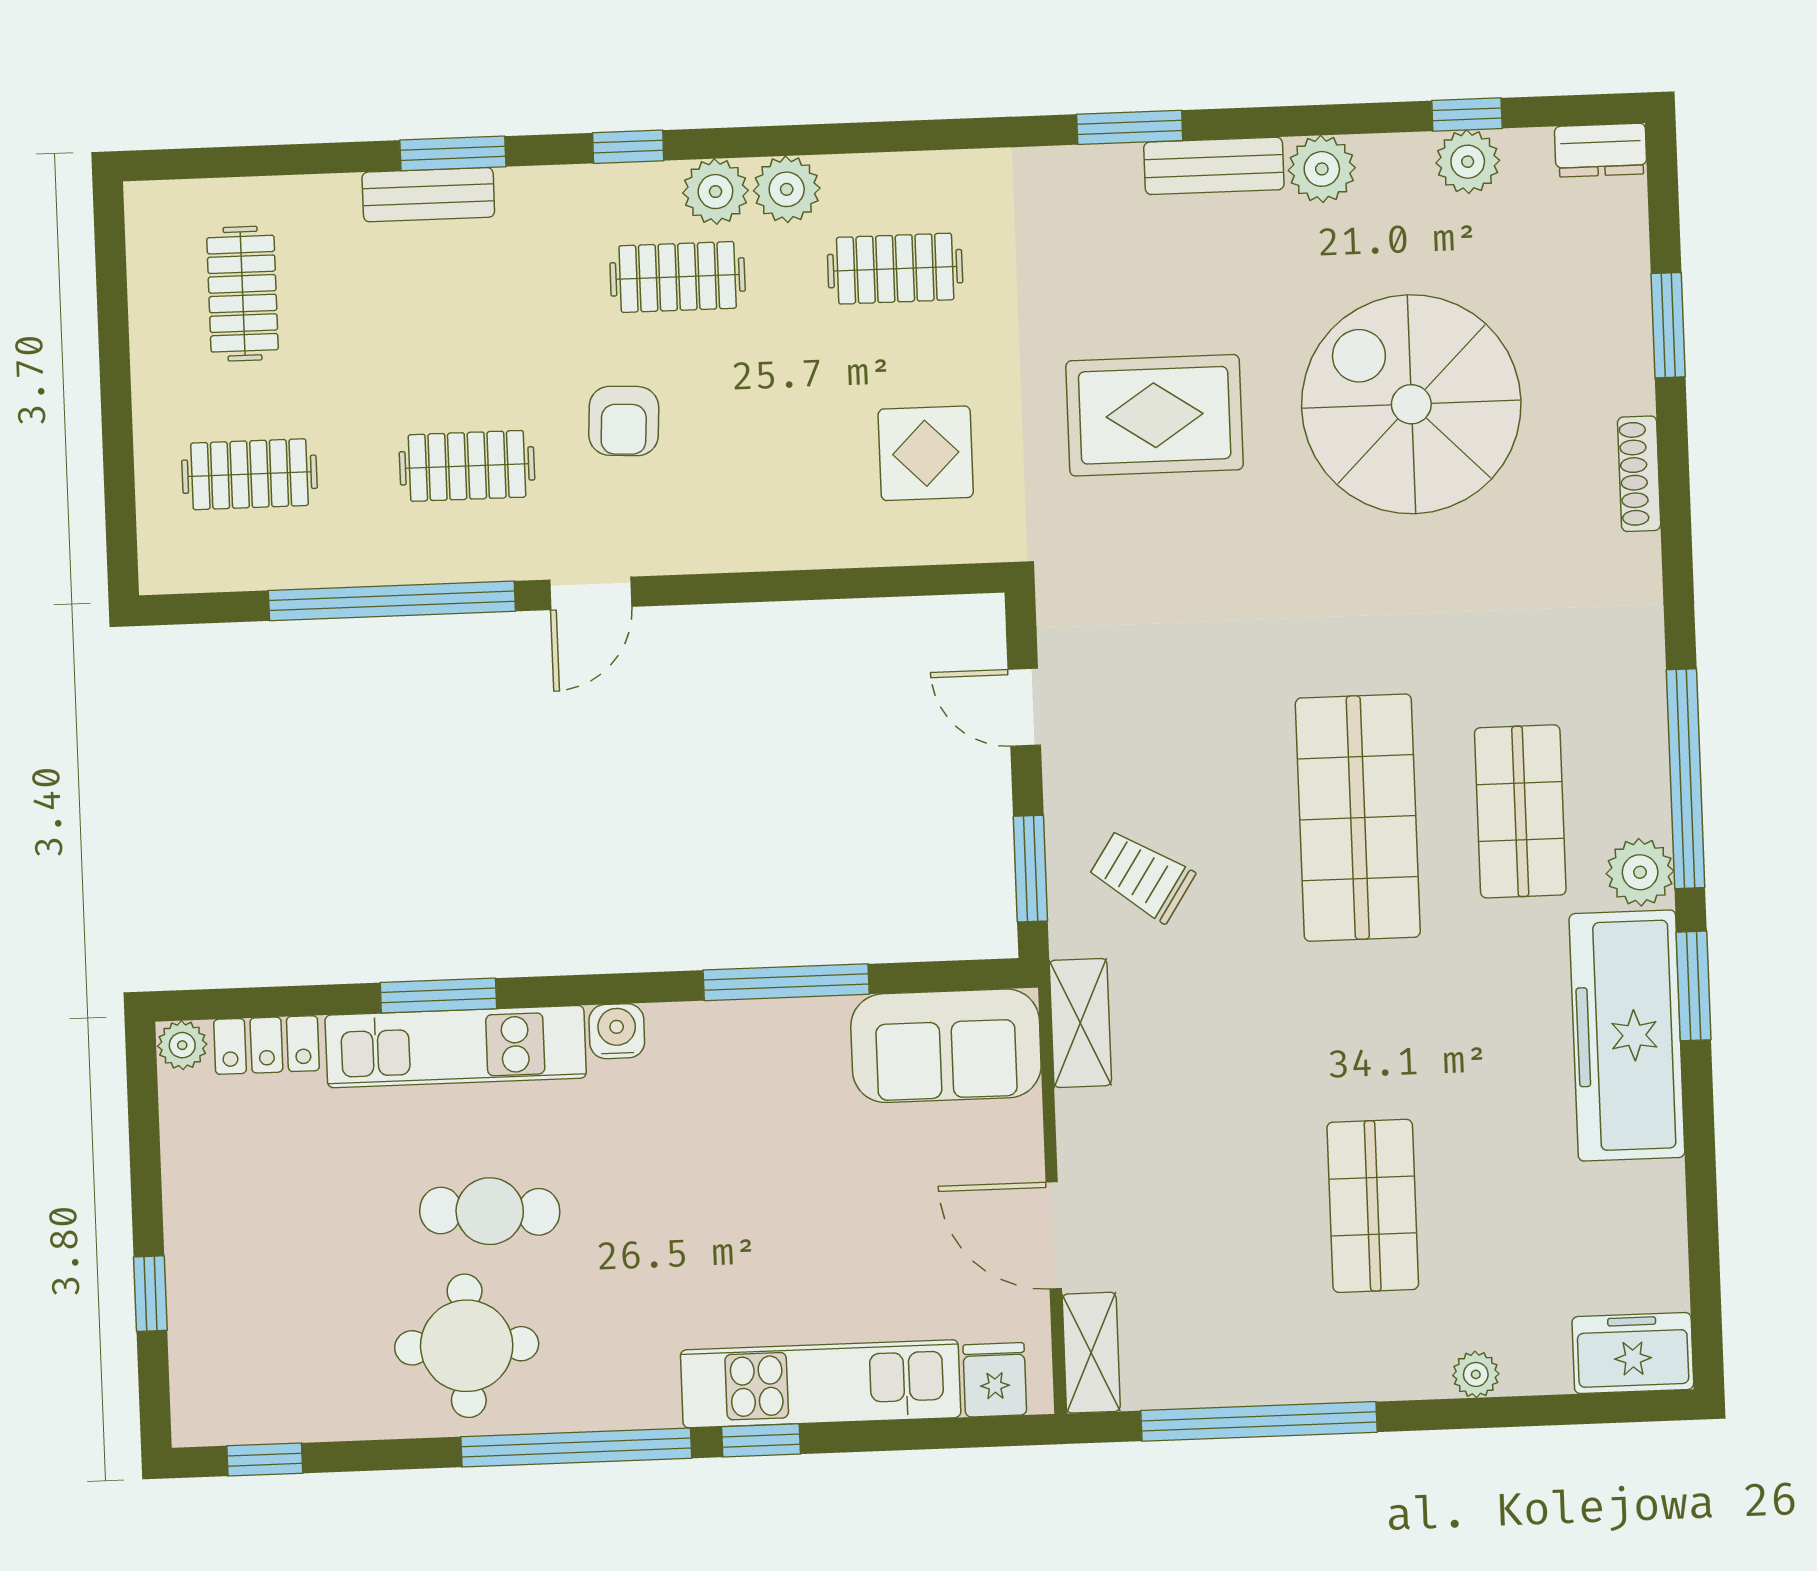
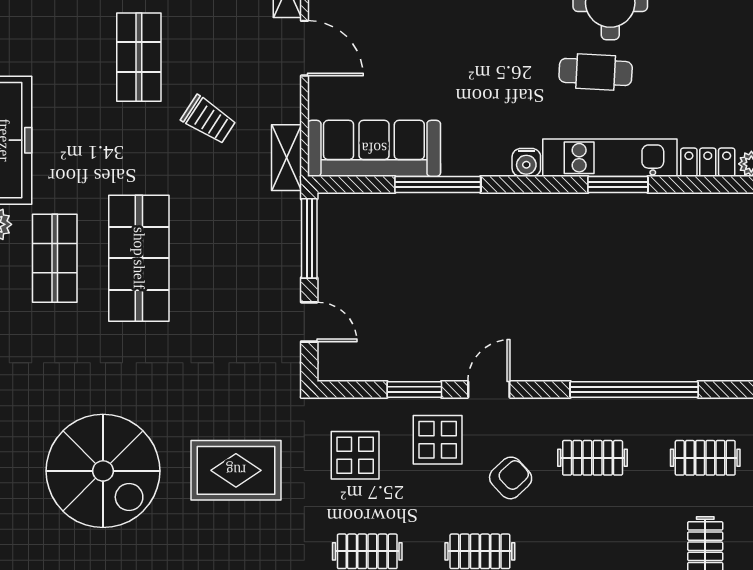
armchair: (624, 421) -> (511, 478), turned 44
display table: (767, 489) -> (438, 440), added
window: (816, 585) -> (414, 389), added
door: (591, 593) -> (489, 389), moved
window: (1030, 869) -> (309, 238), width x1.44
trolley: (1142, 876) -> (209, 120), moved
sofa: (946, 1046) -> (374, 148), width x1.36

